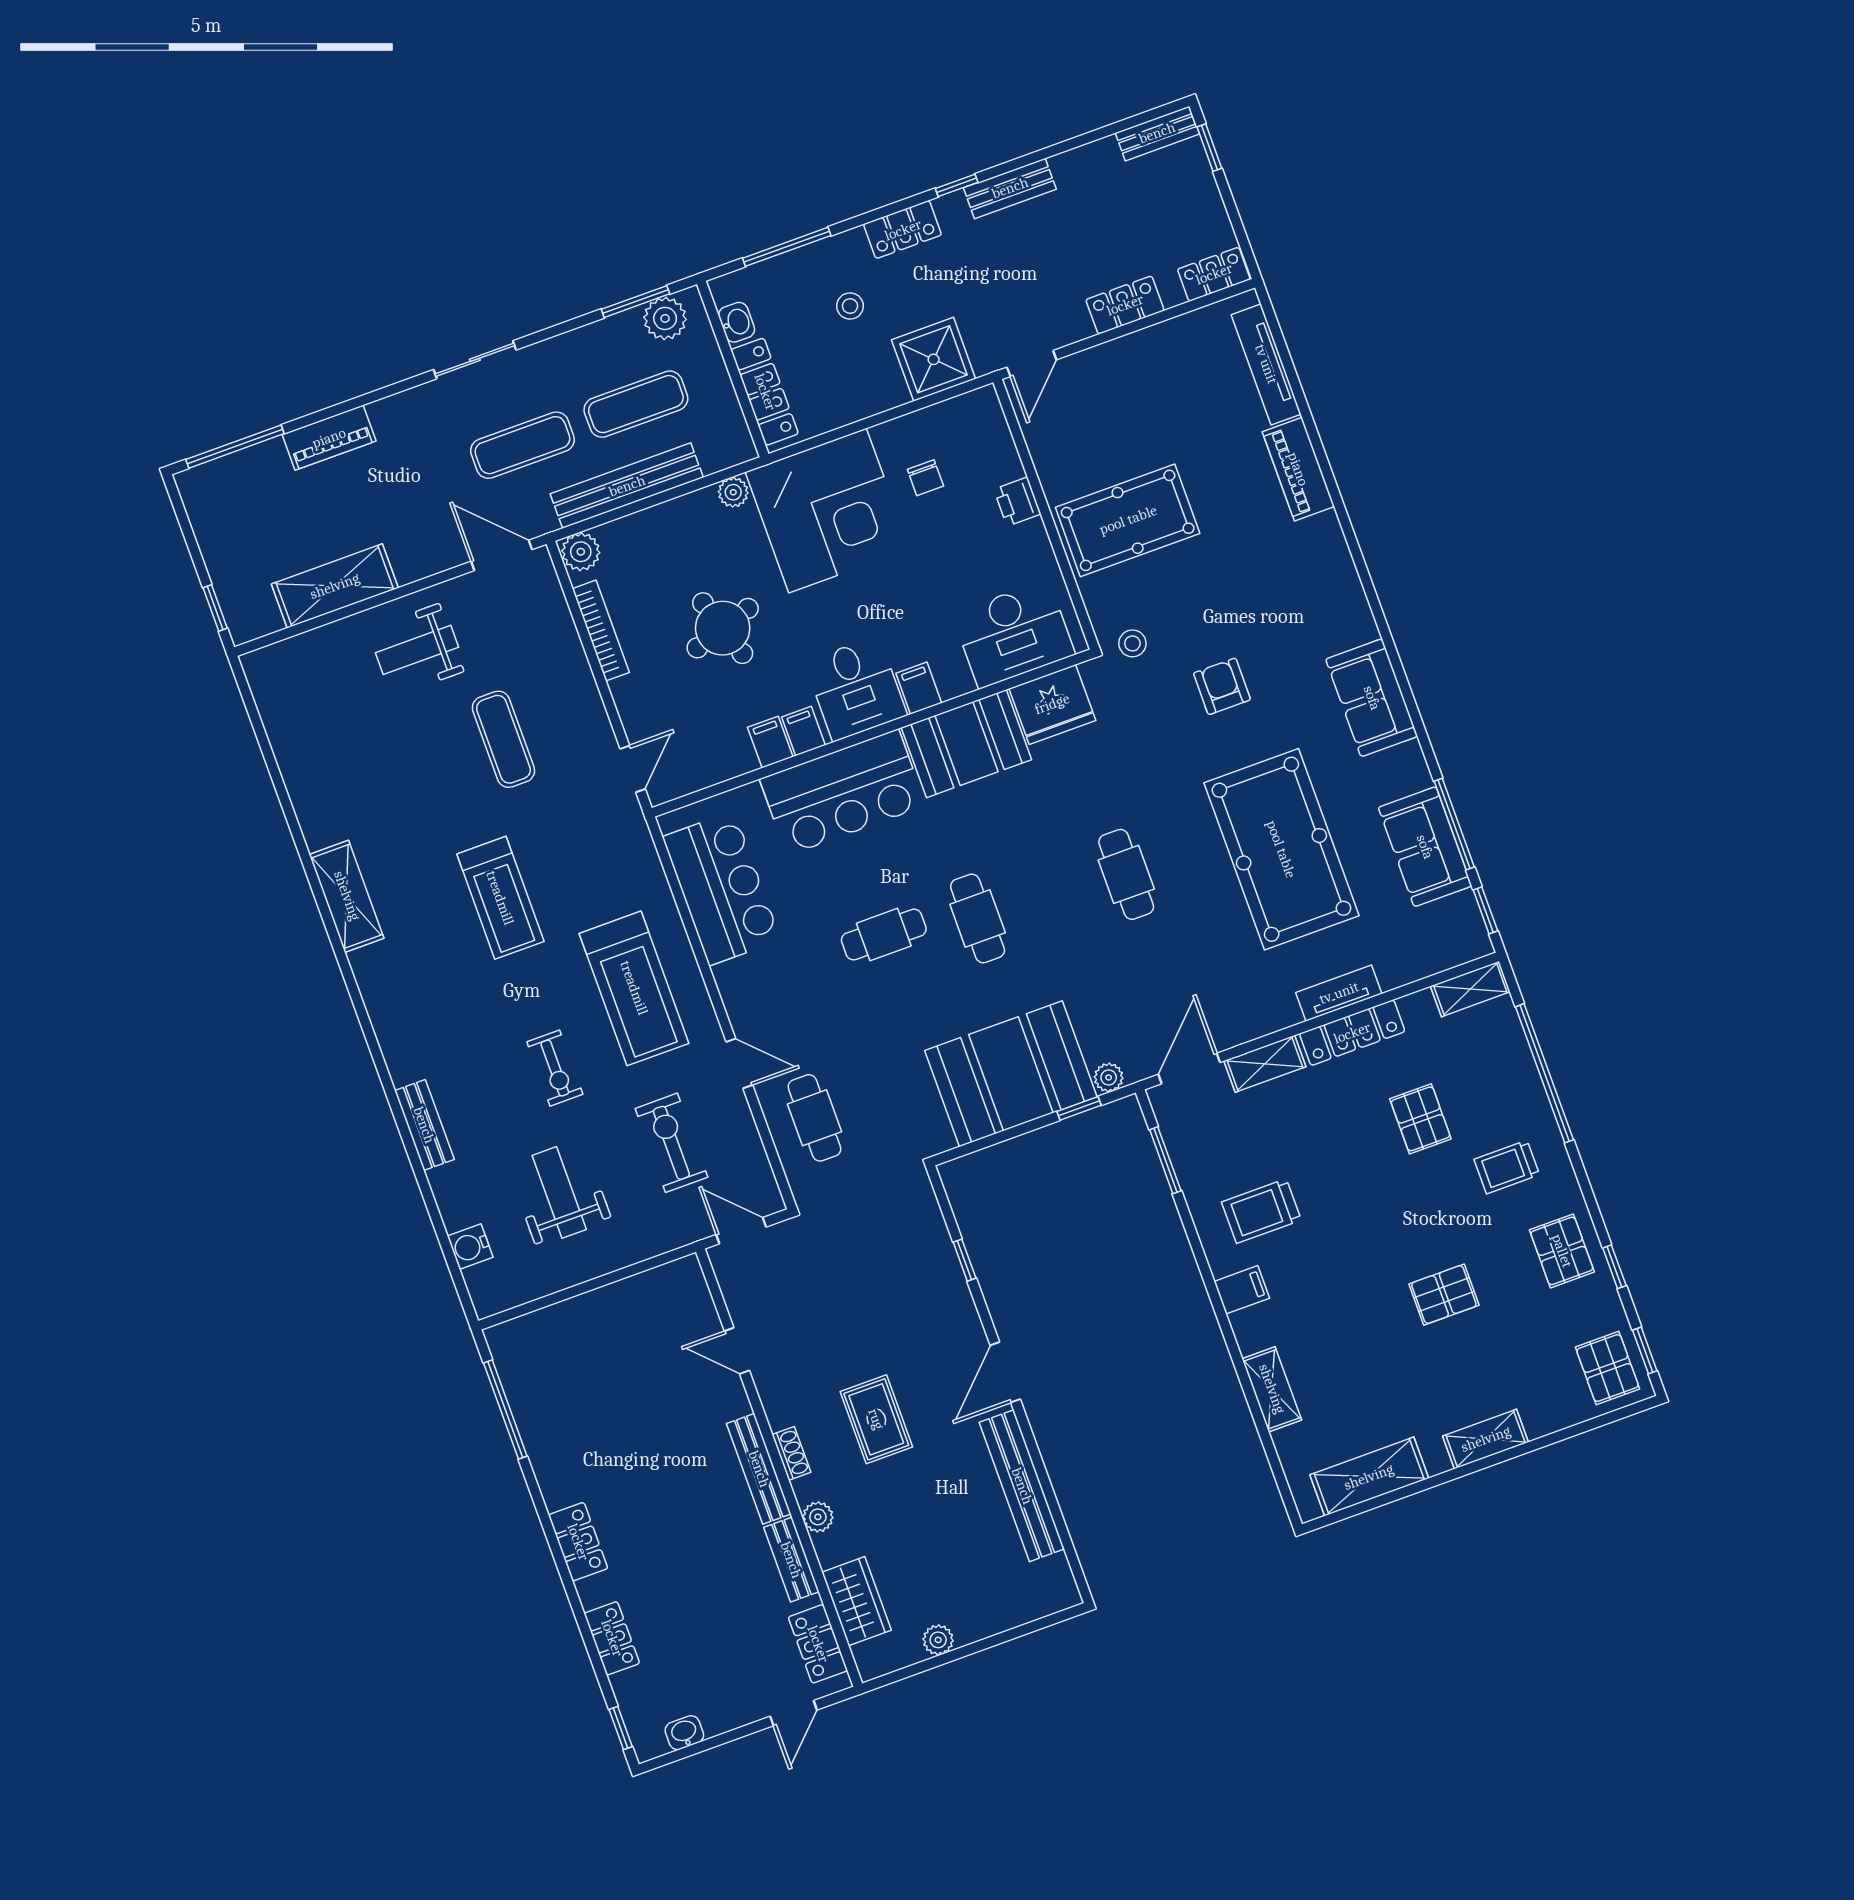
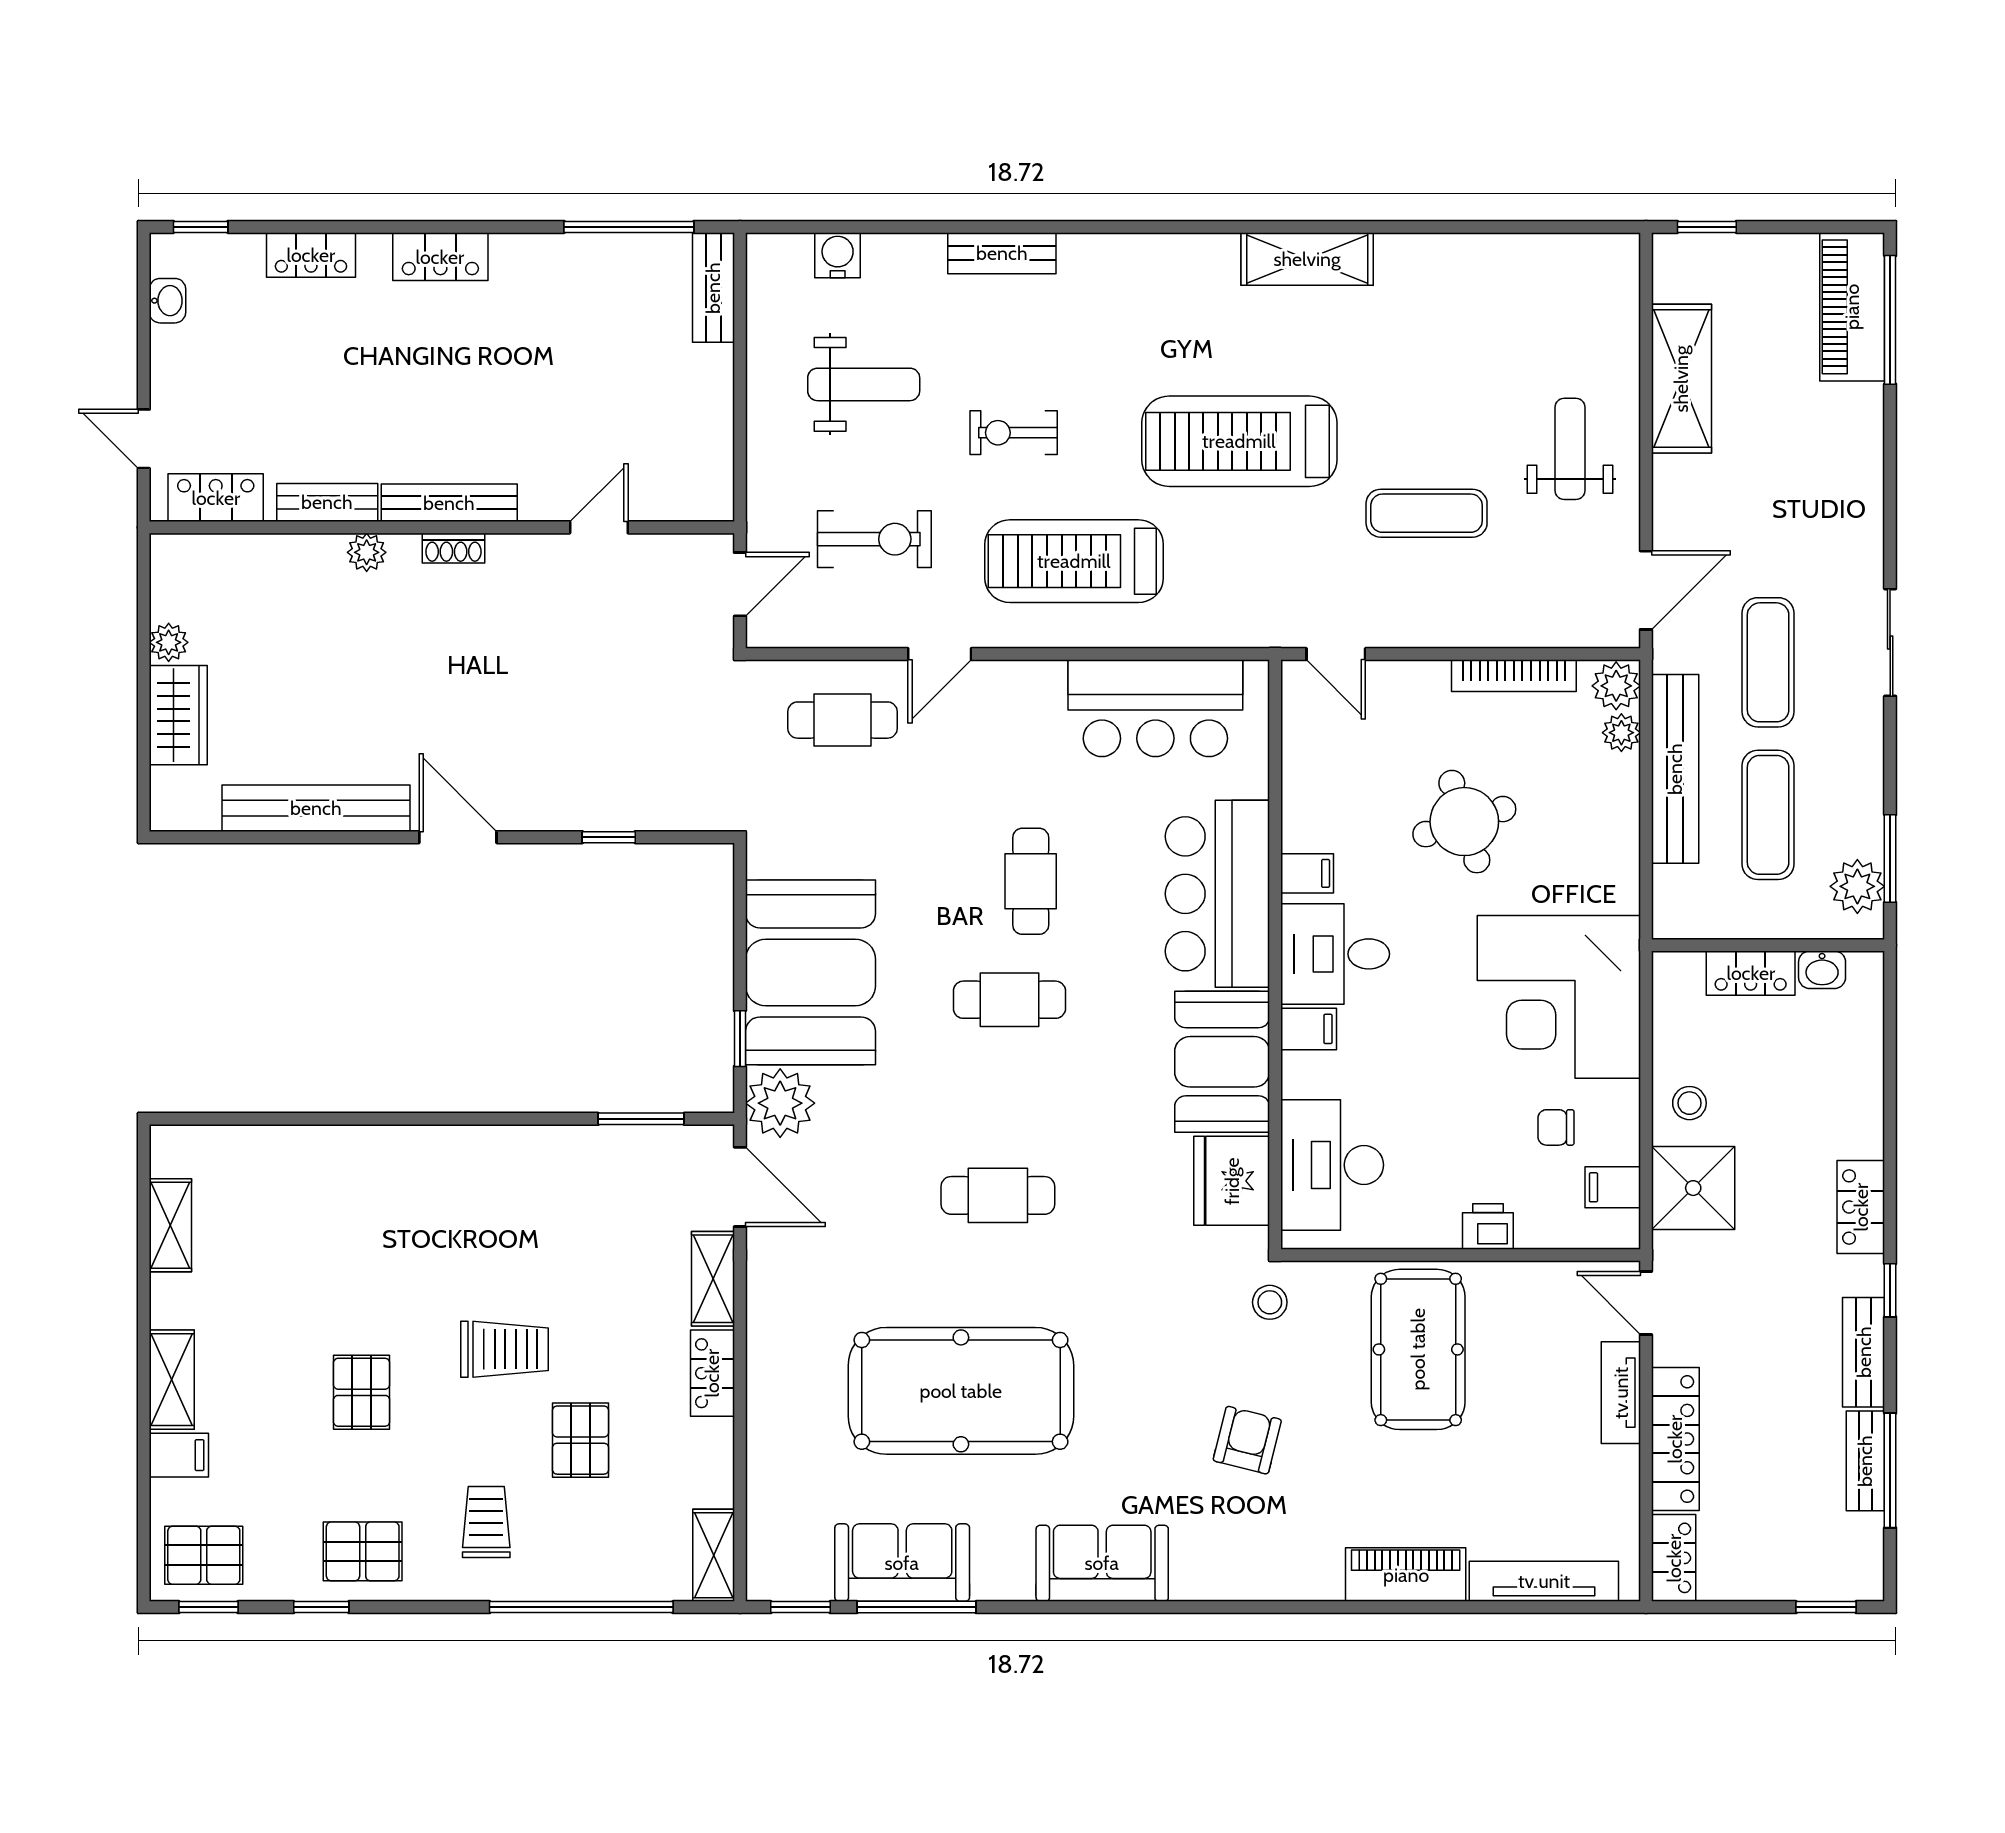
bench: (1157, 133) -> (1865, 1461), moved
window: (787, 247) -> (1890, 1470), moved
locker: (1125, 305) -> (1675, 1439), width x1.53
stool: (850, 306) -> (1689, 1103), moved
locker: (765, 392) -> (1751, 973), width x0.66
piano: (329, 438) -> (1852, 307), moved, width x1.37, depth x1.33
plant: (733, 492) -> (1621, 733), moved
armchair: (1222, 686) -> (1247, 1440), moved, turned -76
filing cabinet: (770, 742) -> (1613, 1187), moved, turned 180
treadmill: (500, 898) -> (1239, 441), width x1.37, depth x1.38
tv unit: (1339, 993) -> (1621, 1393), moved, turned 180
locker: (1352, 1033) -> (712, 1373), width x0.66
plant: (1109, 1077) -> (780, 1103), width x1.88, depth x1.88
pallet: (1420, 1119) -> (581, 1440), turned 90
trolley: (1261, 1211) -> (504, 1349), moved, turned 90
filing cabinet: (1242, 1290) -> (179, 1455), moved, turned -90
bench: (528, 1330) -> (713, 288), added
shelving: (1272, 1389) -> (323, 1147), removed
rug: (876, 1419) -> (458, 664), removed
shelving: (1369, 1477) -> (170, 1225), width x0.67, depth x0.75
wardrobe: (856, 1601) -> (178, 715), moved, turned -90

